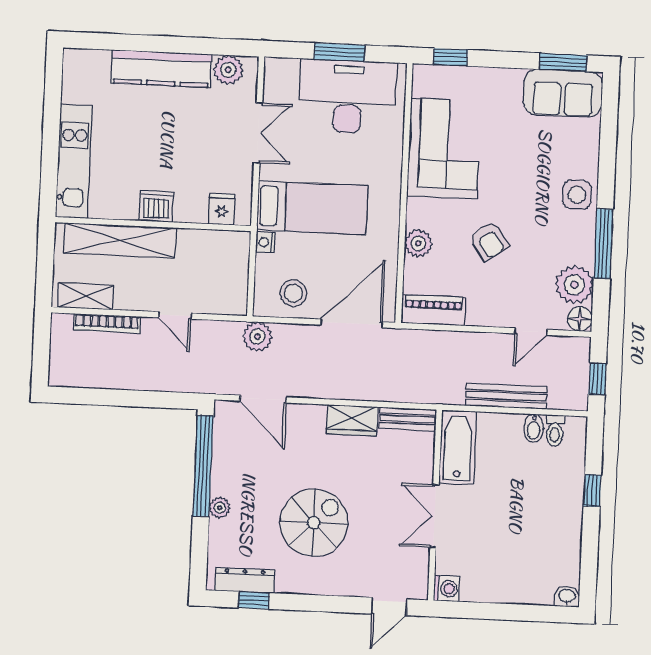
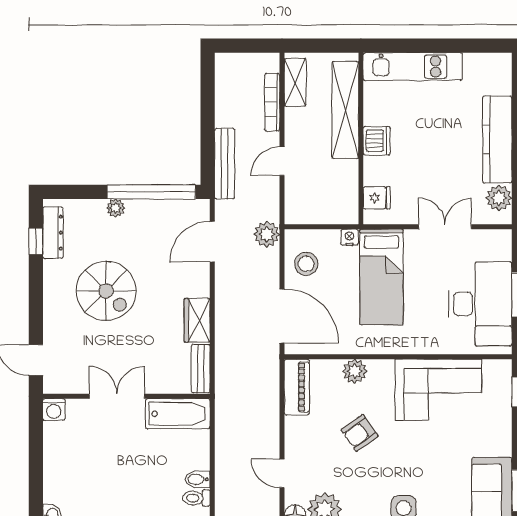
double door: (258, 133) -> (445, 227), swing flipped
bench: (506, 396) -> (225, 164), moved

